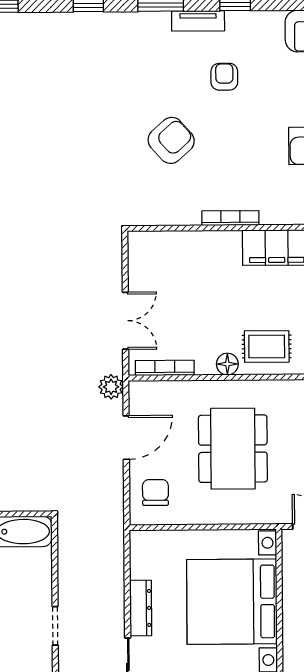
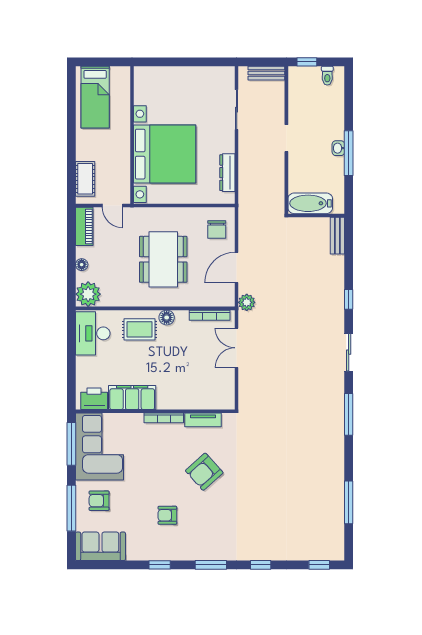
tv unit: (198, 21) -> (203, 420), moved, turned 180
armchair: (224, 77) -> (167, 515), turned 90
dresser: (141, 608) -> (227, 173), moved

